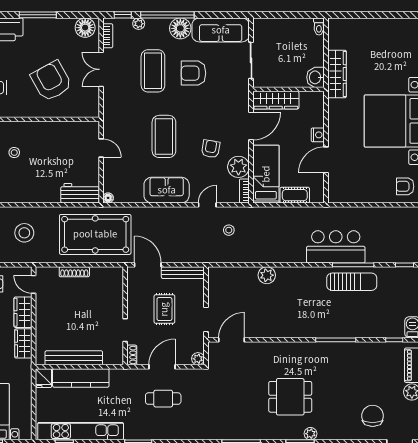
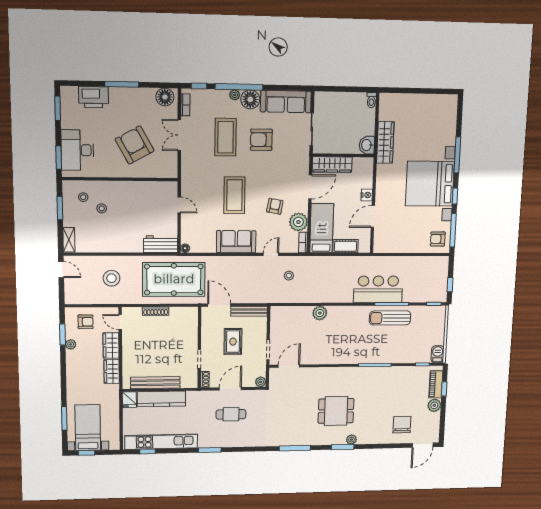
plant: (139, 24) -> (235, 95), moved
sun lounger: (352, 282) -> (390, 318), turned 180

